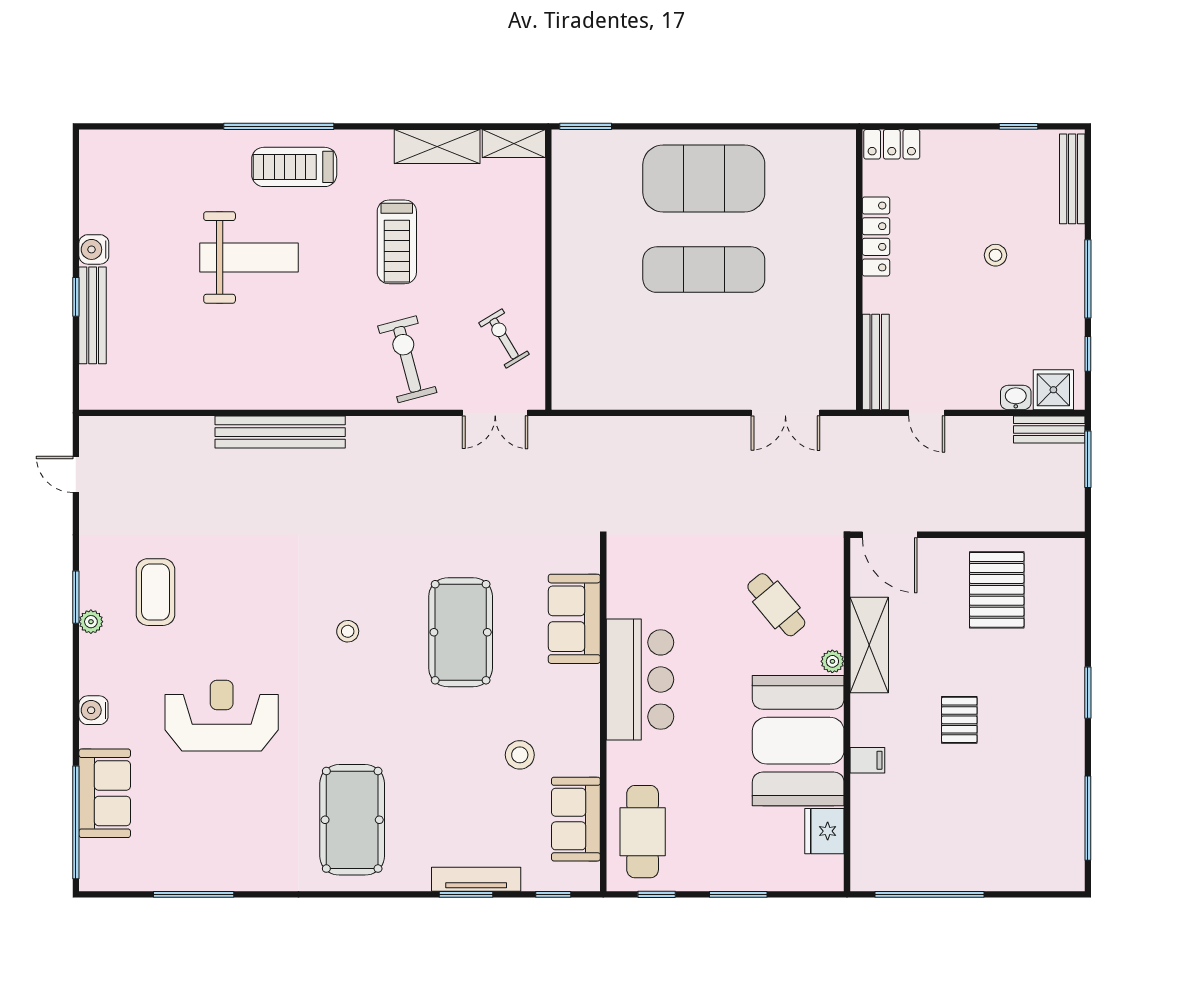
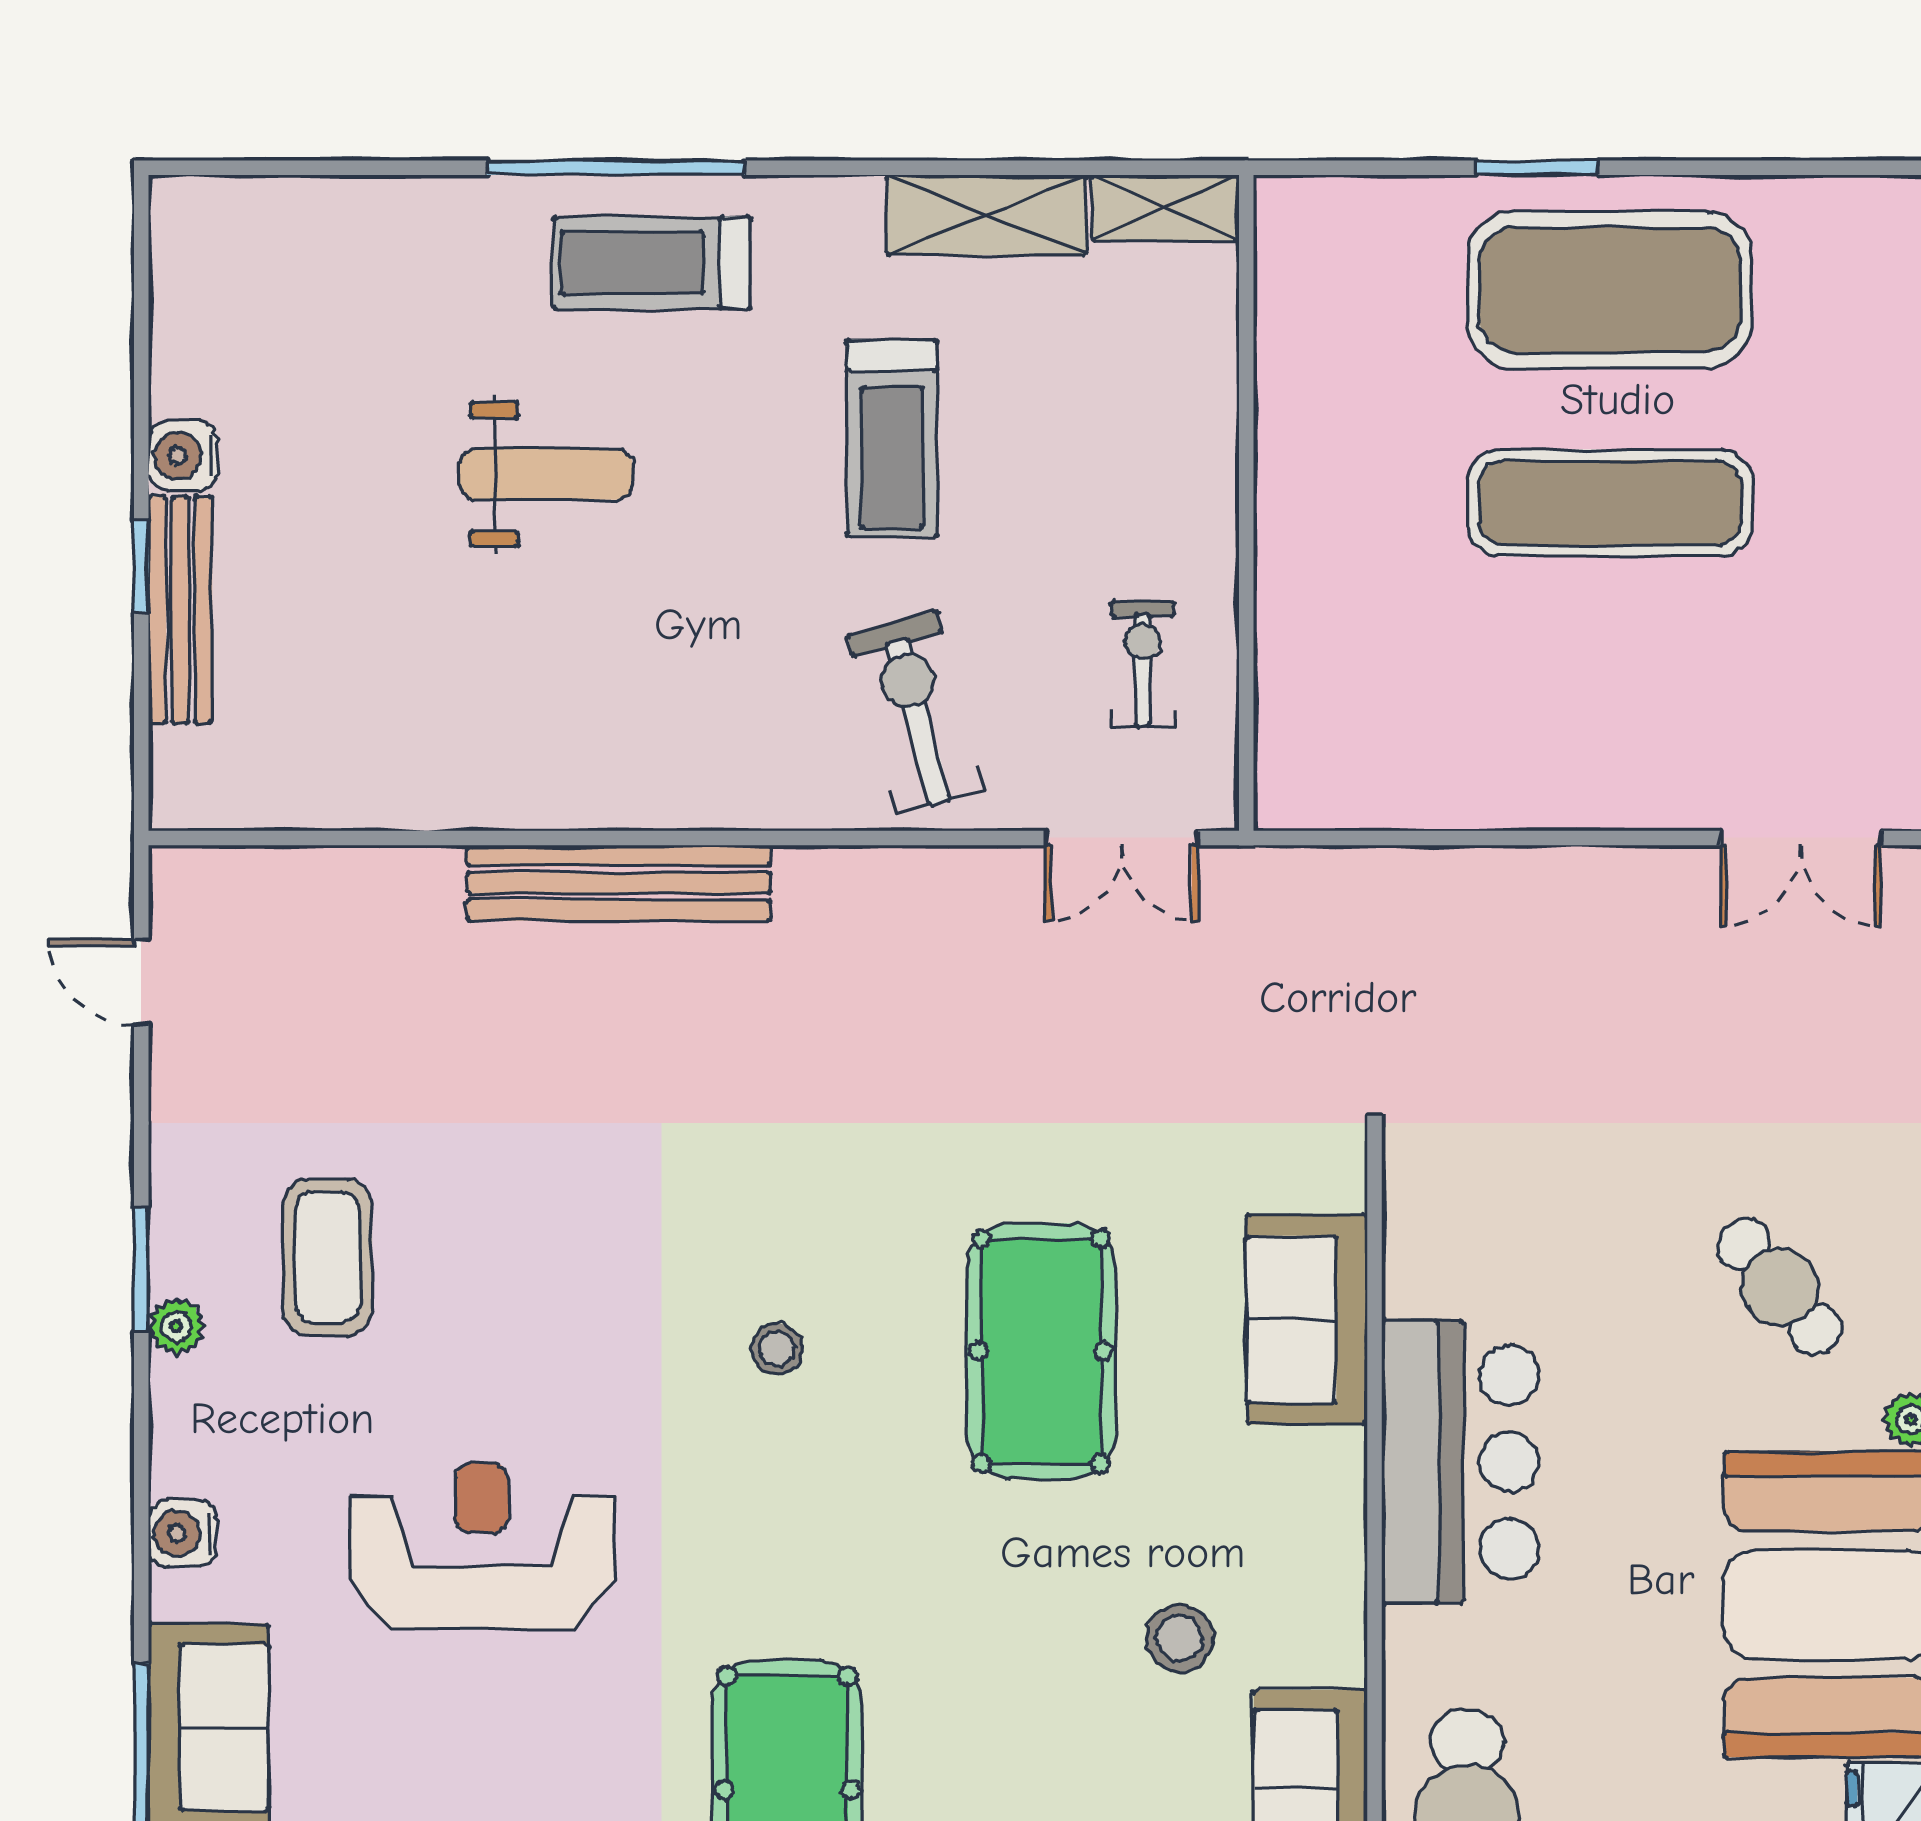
window: (586, 126) -> (1537, 168), moved
weight bench: (249, 257) -> (546, 474), width x0.73, depth x0.75
exercise bike: (504, 338) -> (1143, 664), turned 31

